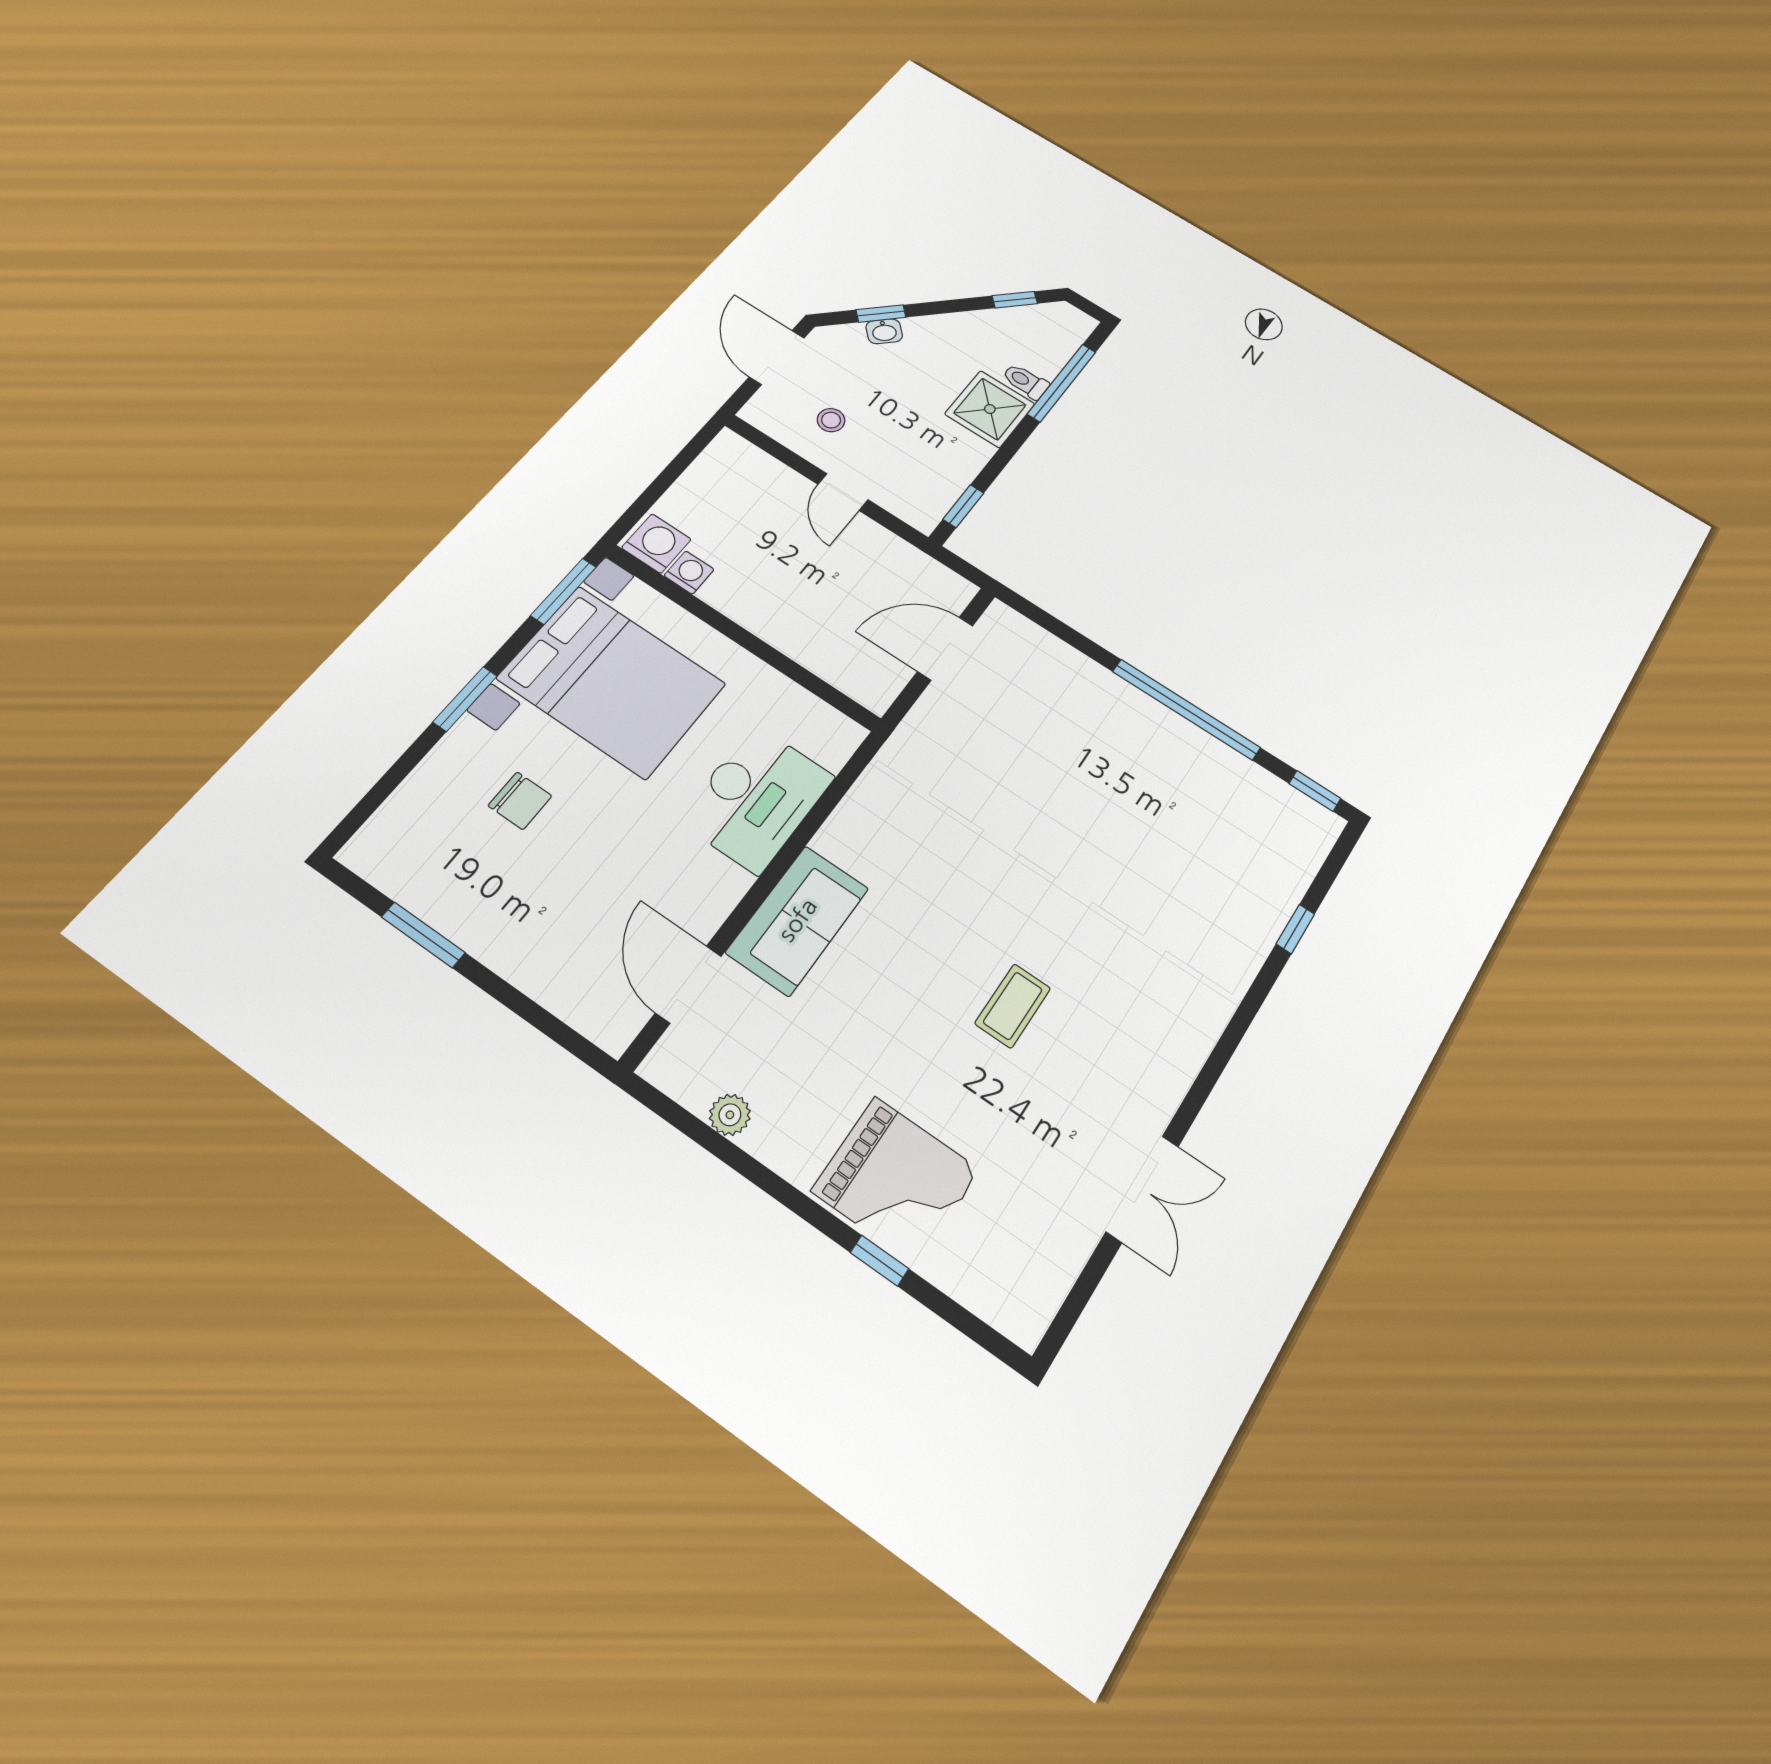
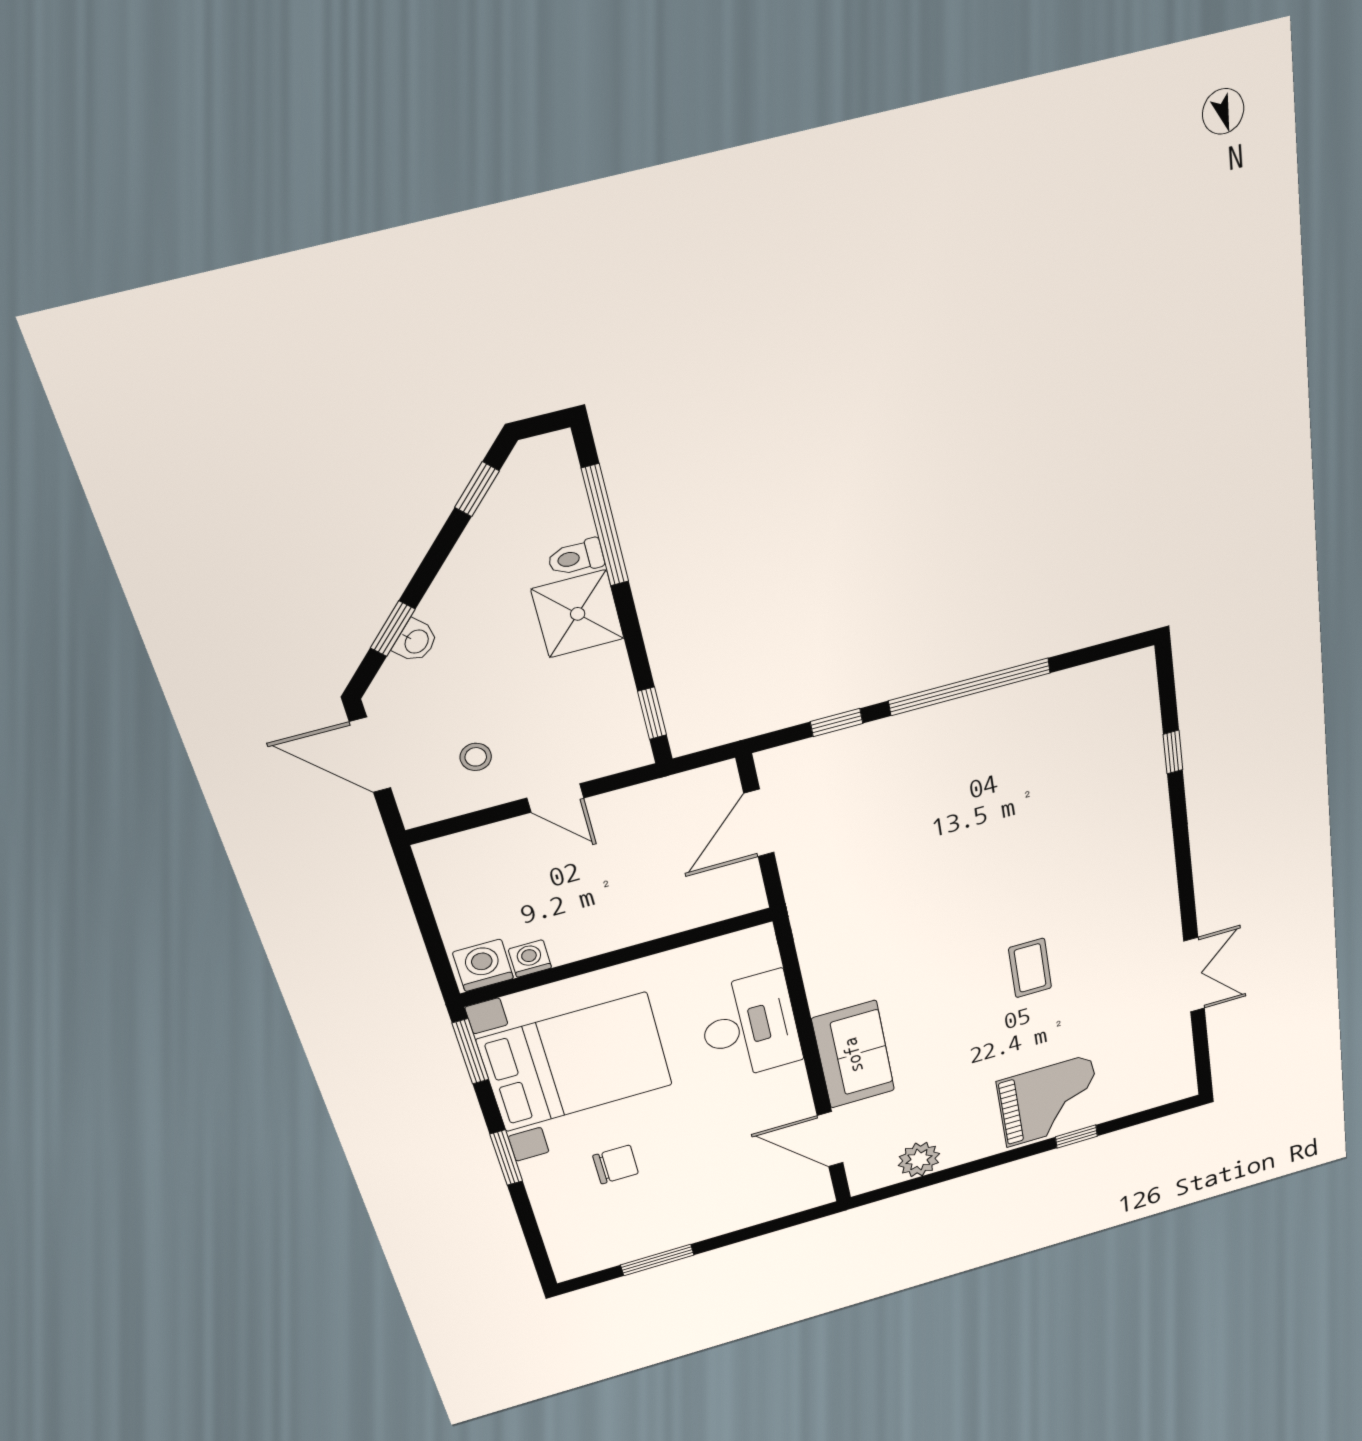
window: (1315, 791) -> (837, 723), moved
plant: (730, 1115) -> (919, 1160), width x1.38, depth x1.38

